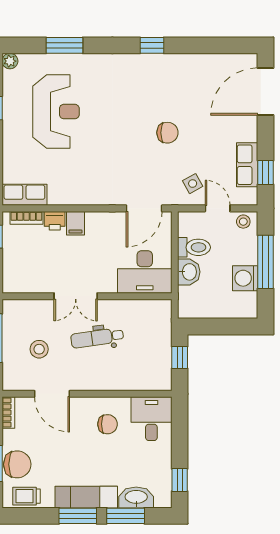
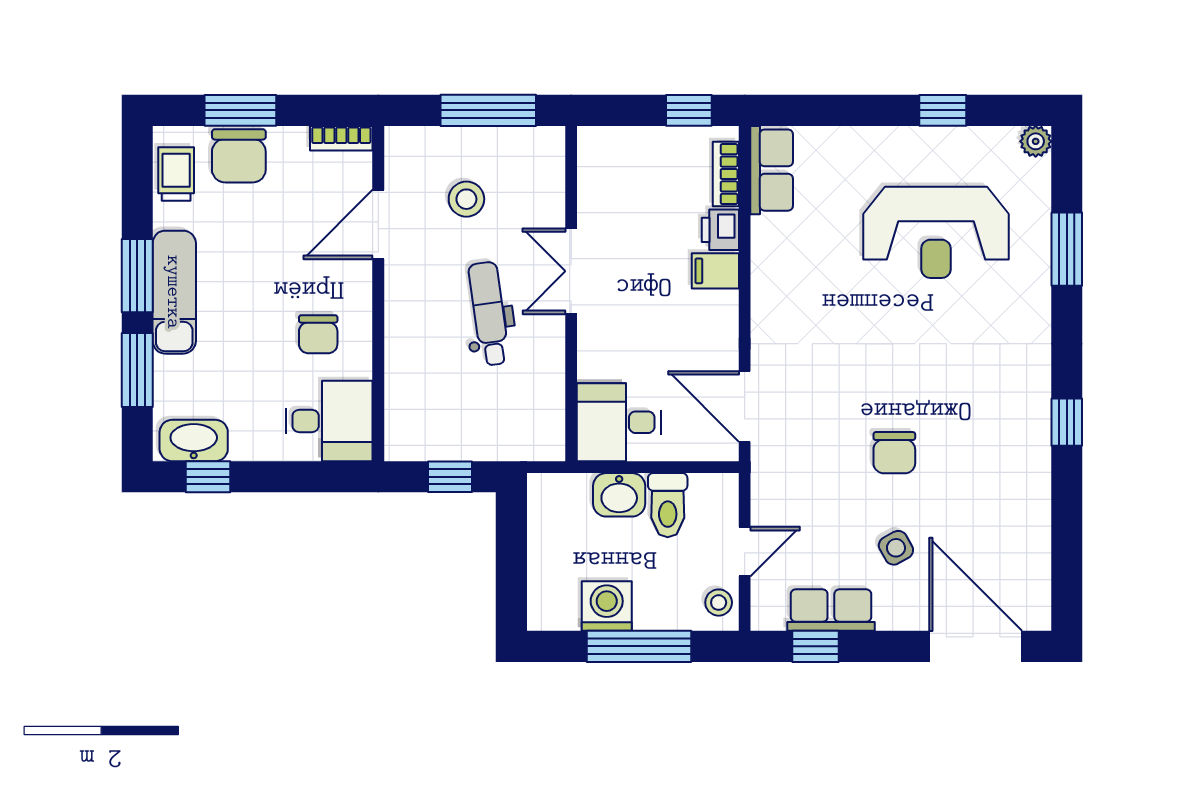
side table: (193, 184) -> (896, 548), moved
desk: (145, 272) -> (619, 422), width x0.73
washbasin: (136, 497) -> (194, 441), moved, turned -90

